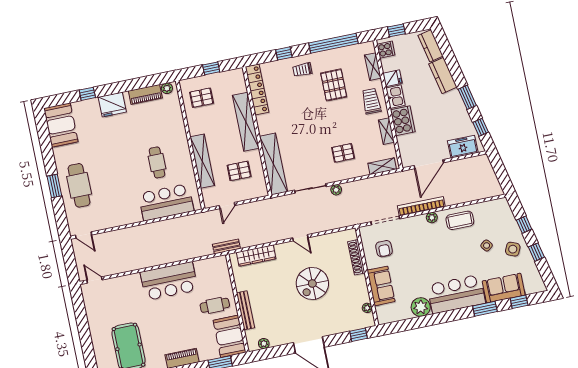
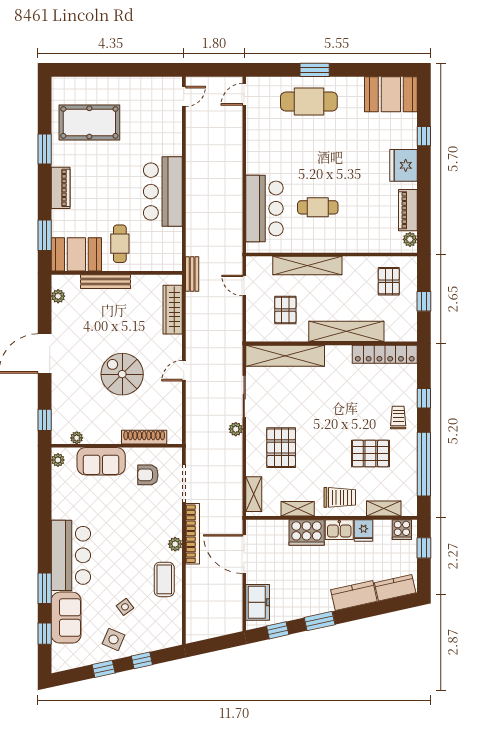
pallet: (343, 153) -> (281, 448), width x1.50, depth x1.42
plant: (421, 307) -> (58, 460), moved, width x0.53, depth x0.53

